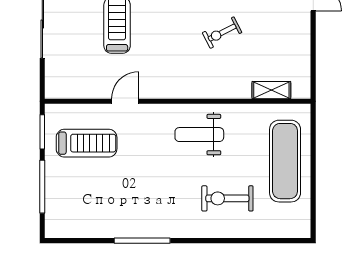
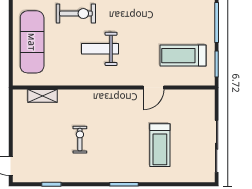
exercise bike: (222, 33) -> (80, 140), turned -63
weight bench: (199, 135) -> (100, 49), moved, turned 180

